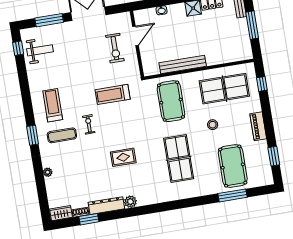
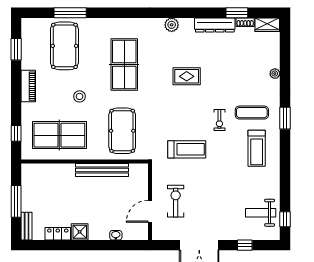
window: (49, 20) -> (245, 245), width x0.46
plant: (130, 202) -> (172, 25), moved

